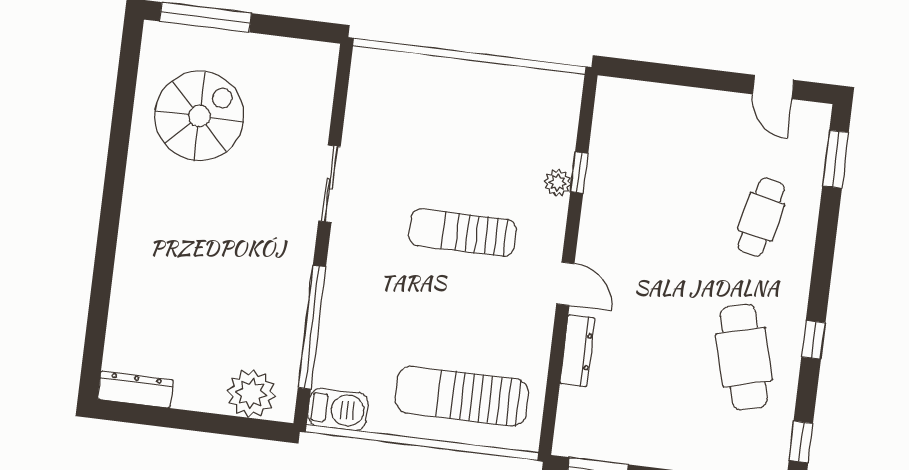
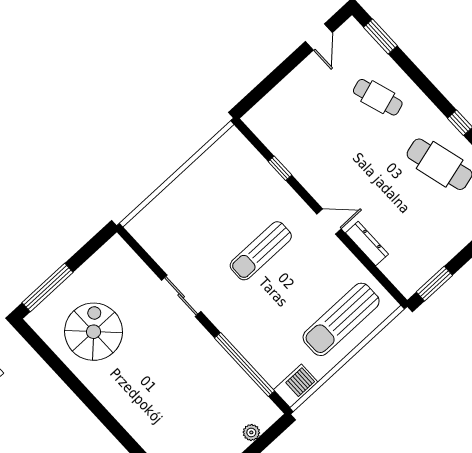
door: (773, 87) -> (319, 37), hinge flipped
plant: (558, 183) -> (276, 183), removed
cafe table: (761, 217) -> (378, 97), turned -30
plant: (251, 393) -> (251, 432), width x0.53, depth x0.53

